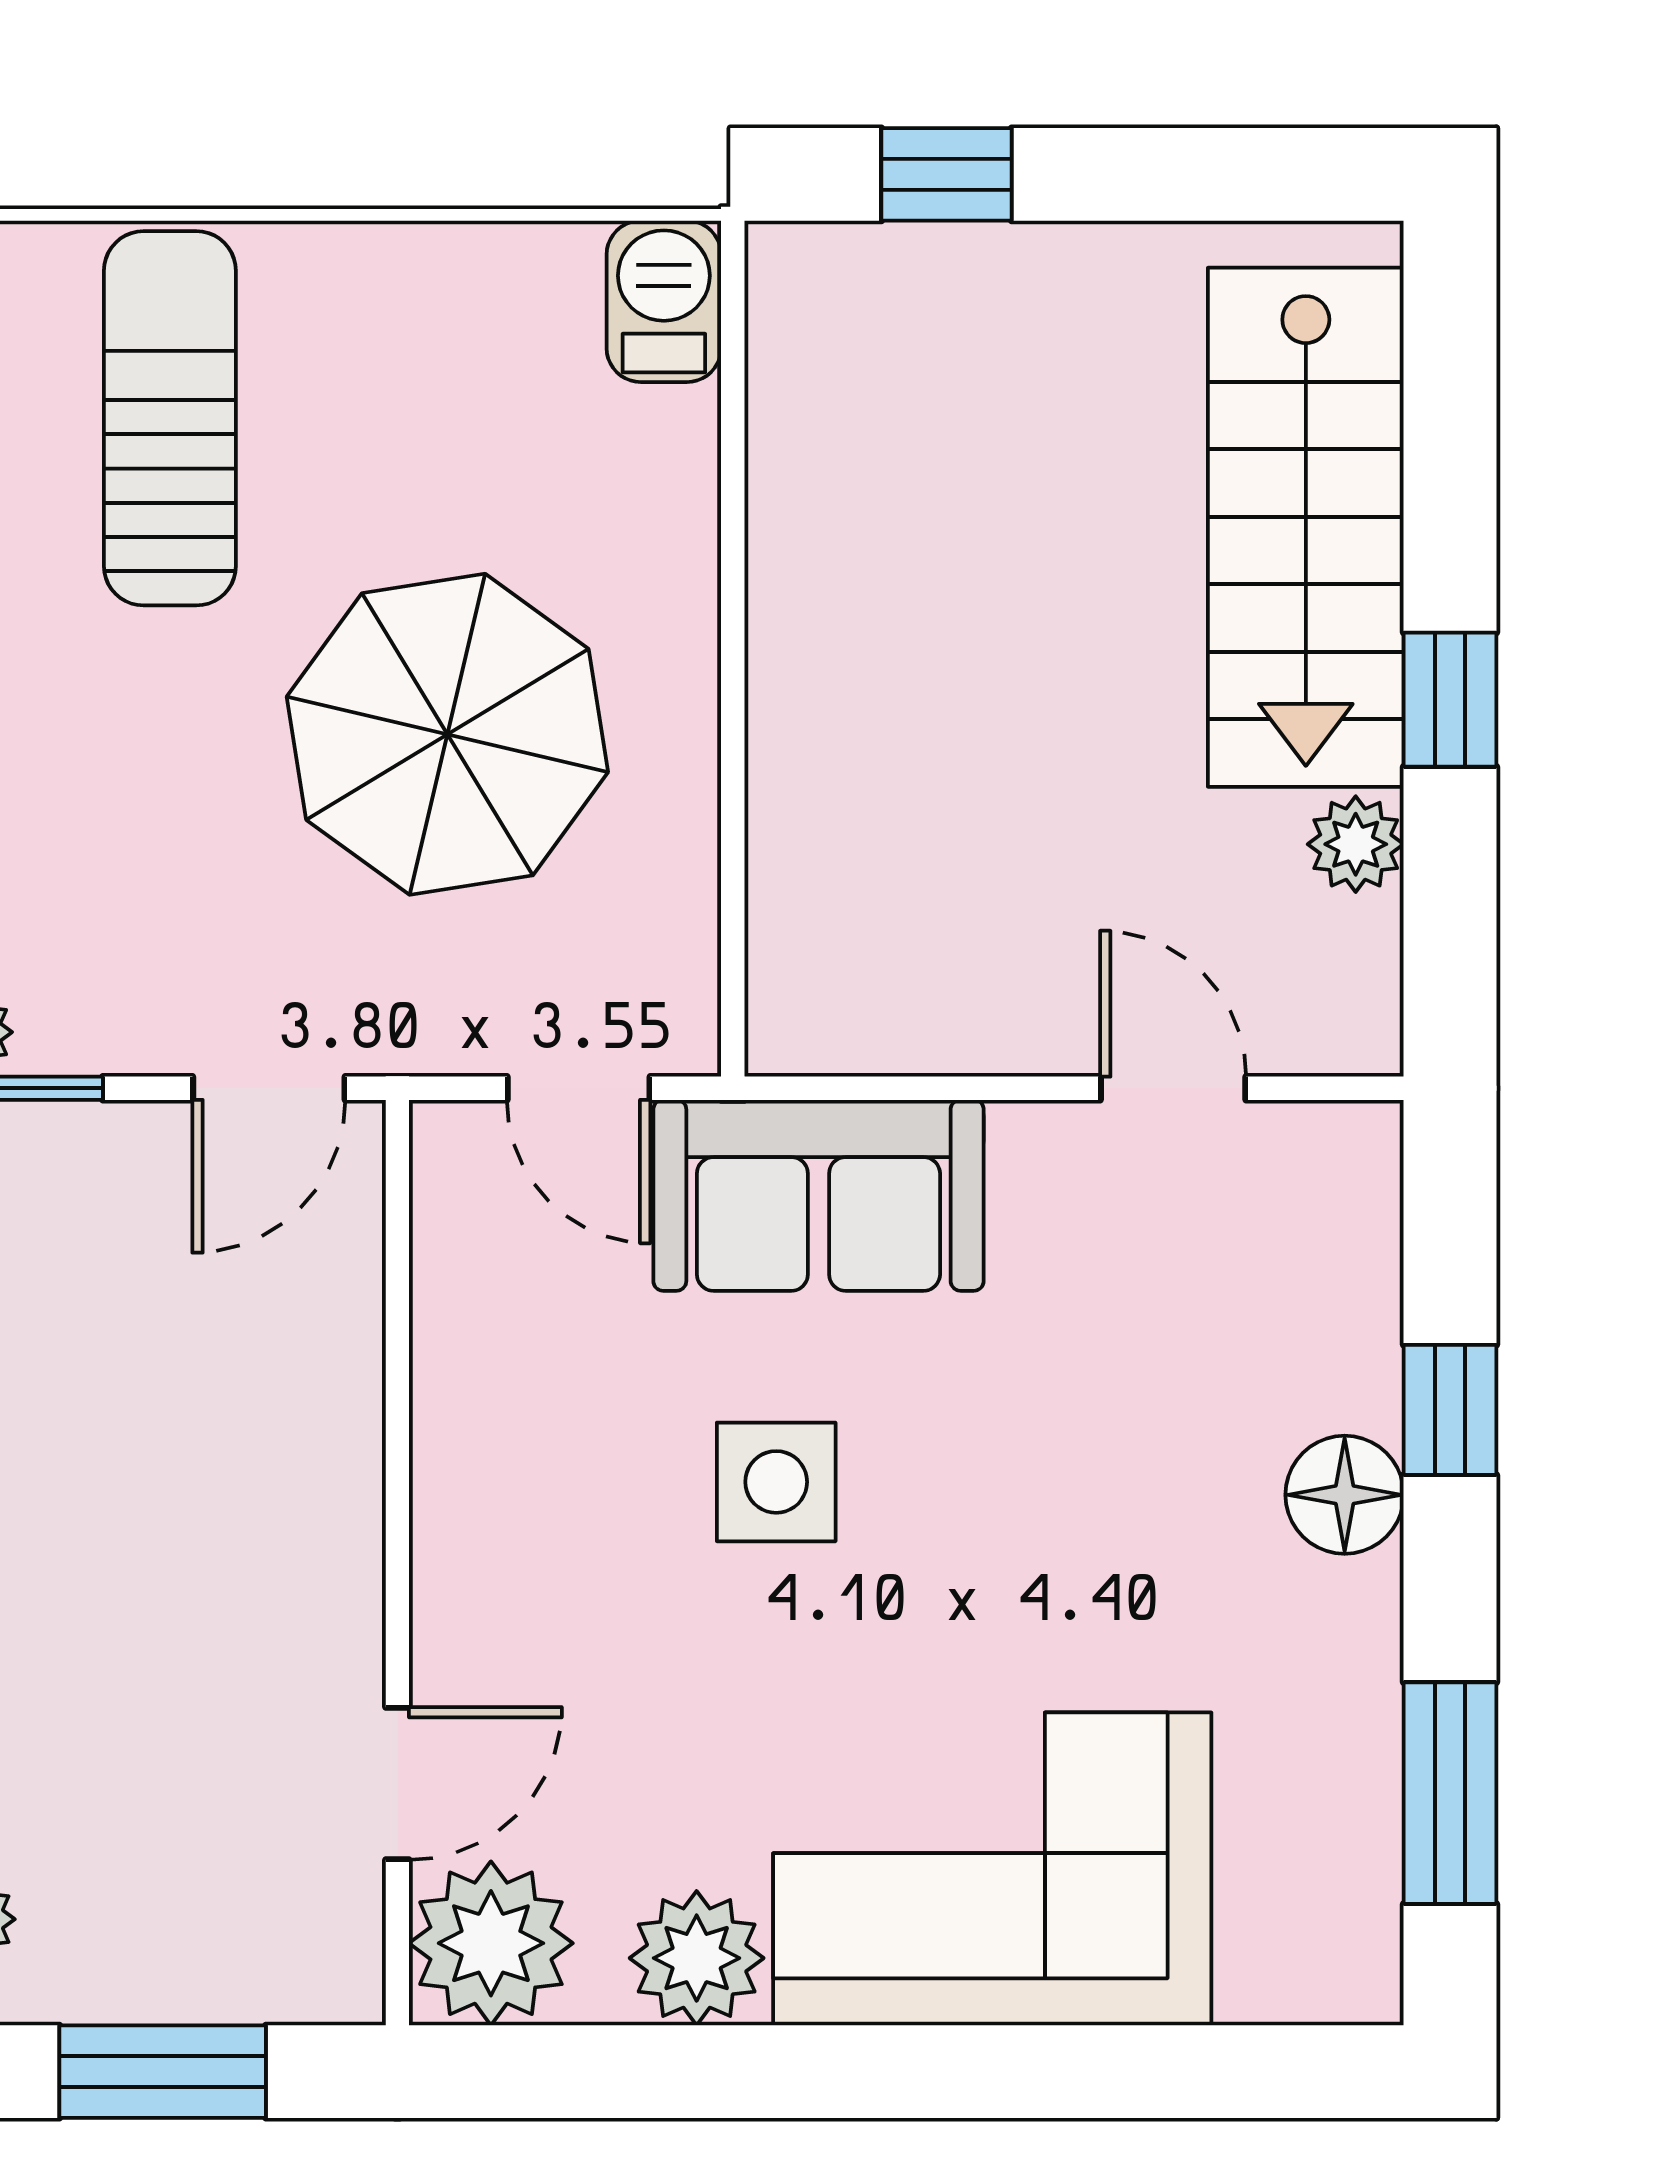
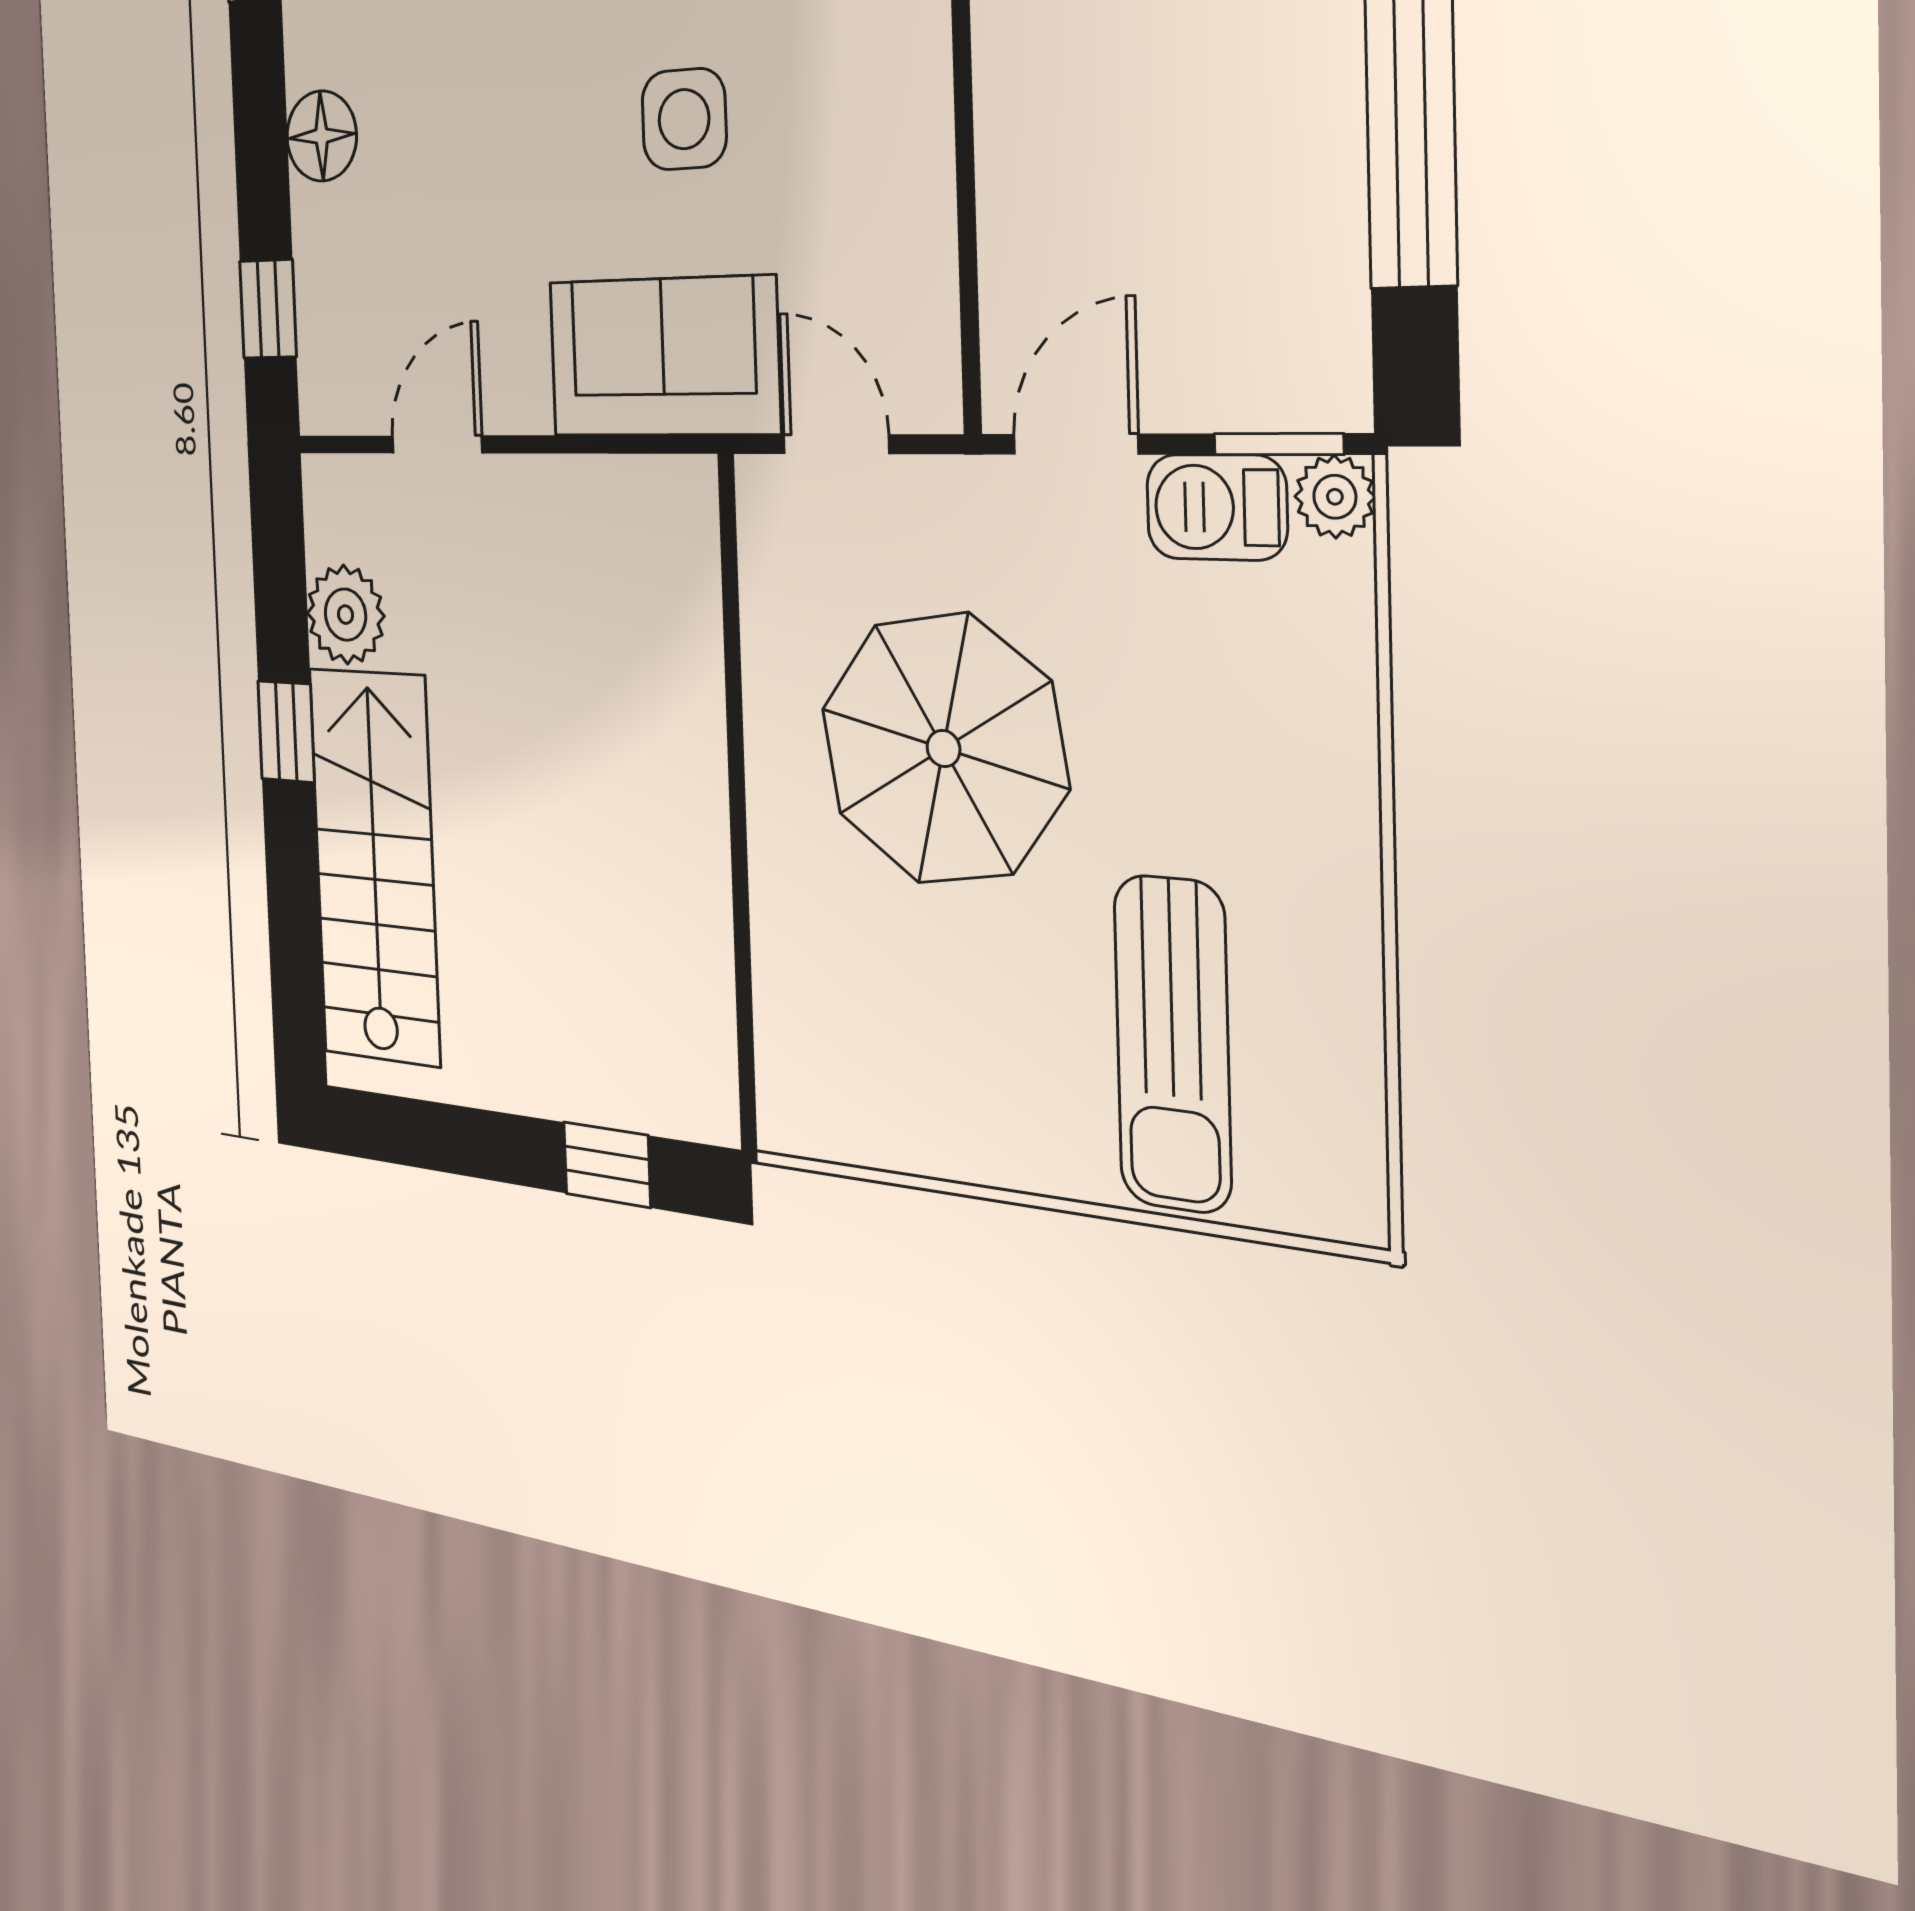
barbecue: (664, 301) -> (1217, 507), moved, turned 90
plant: (1356, 844) -> (345, 615), width x1.38, depth x1.38
door: (1173, 1088) -> (437, 444), swing flipped
window: (1450, 1410) -> (268, 309), moved

